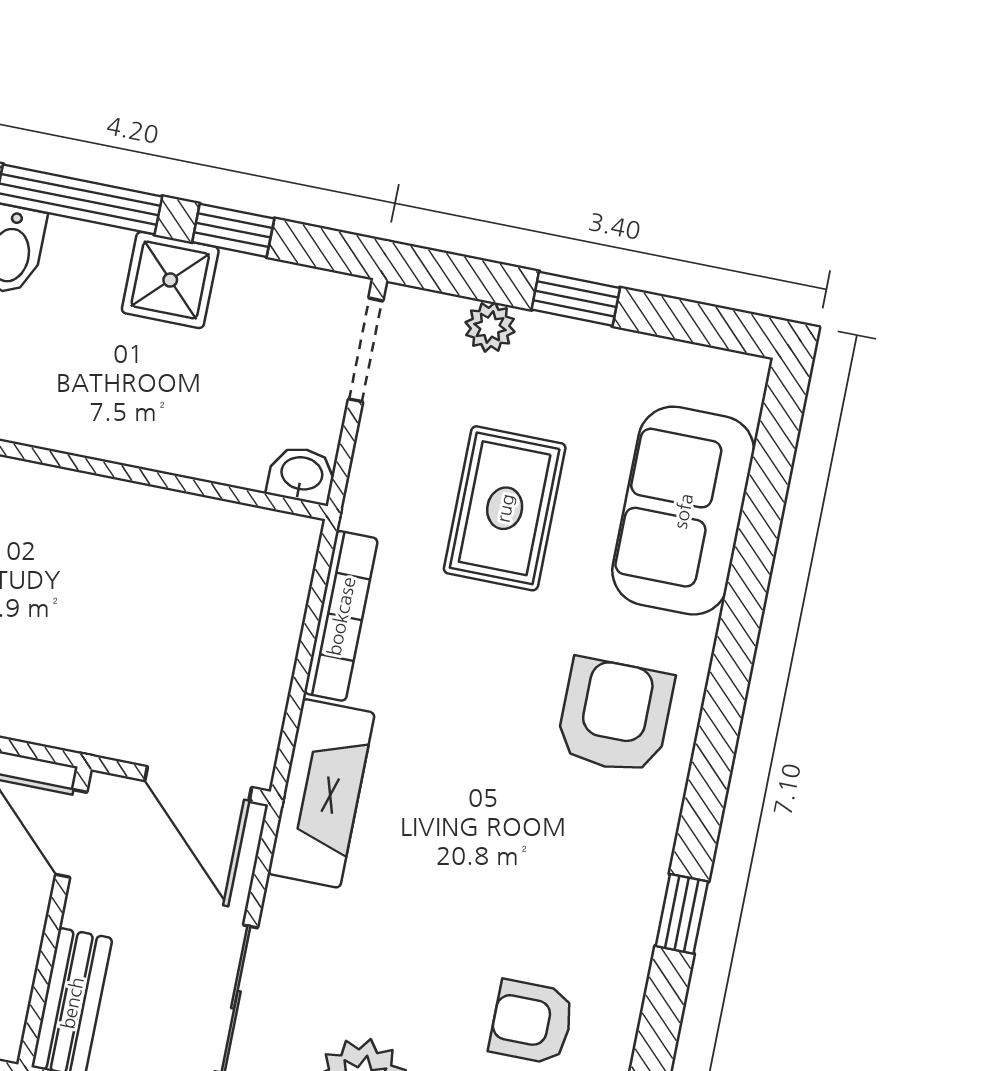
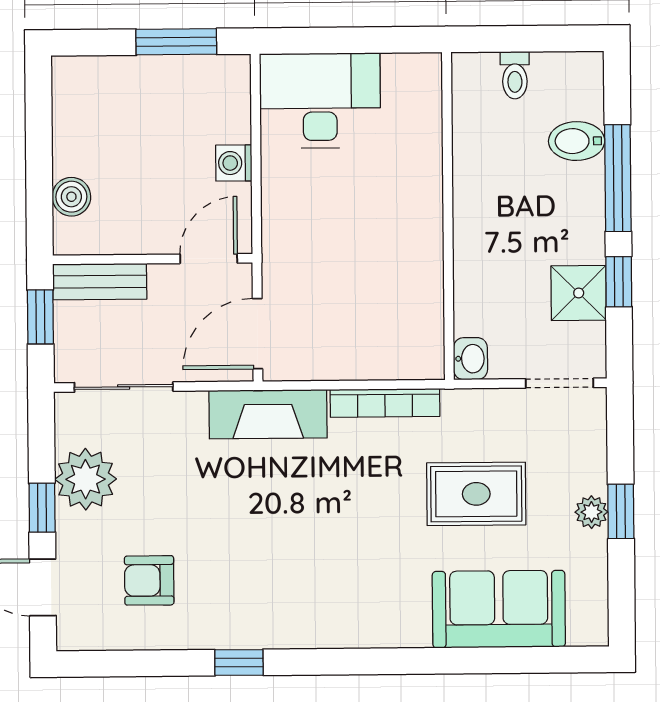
shower: (170, 280) -> (579, 293), moved
plant: (490, 327) -> (591, 512), moved
armchair: (615, 716) -> (357, 593), removed
armchair: (532, 1022) -> (149, 580), turned -90

